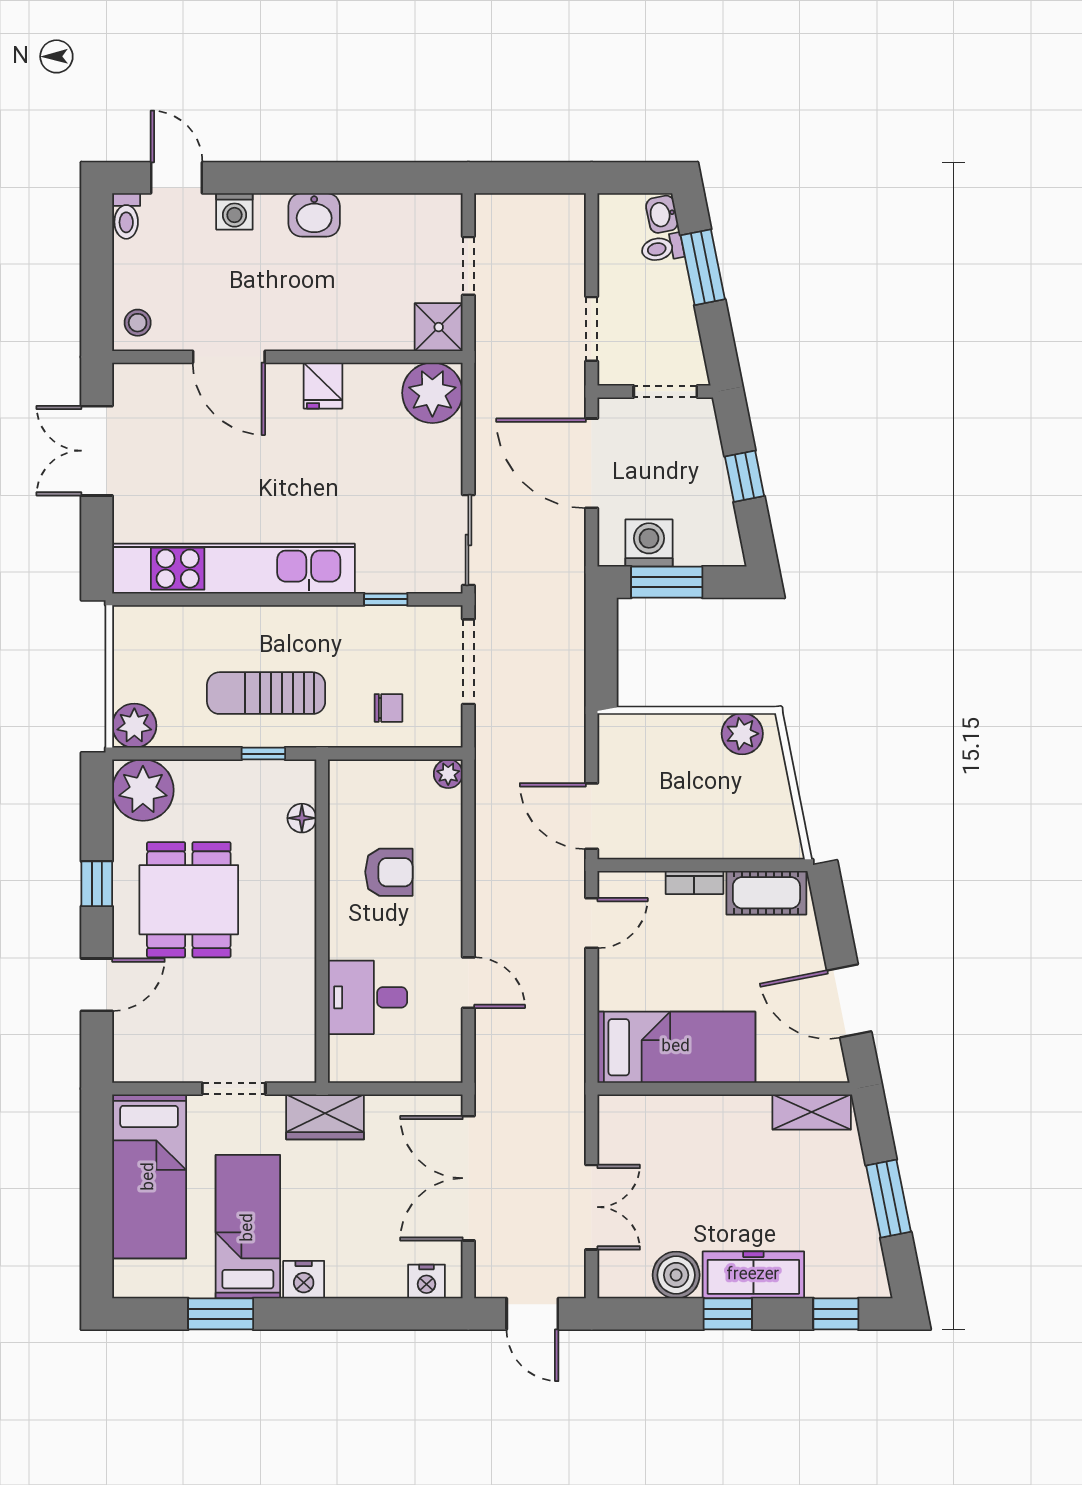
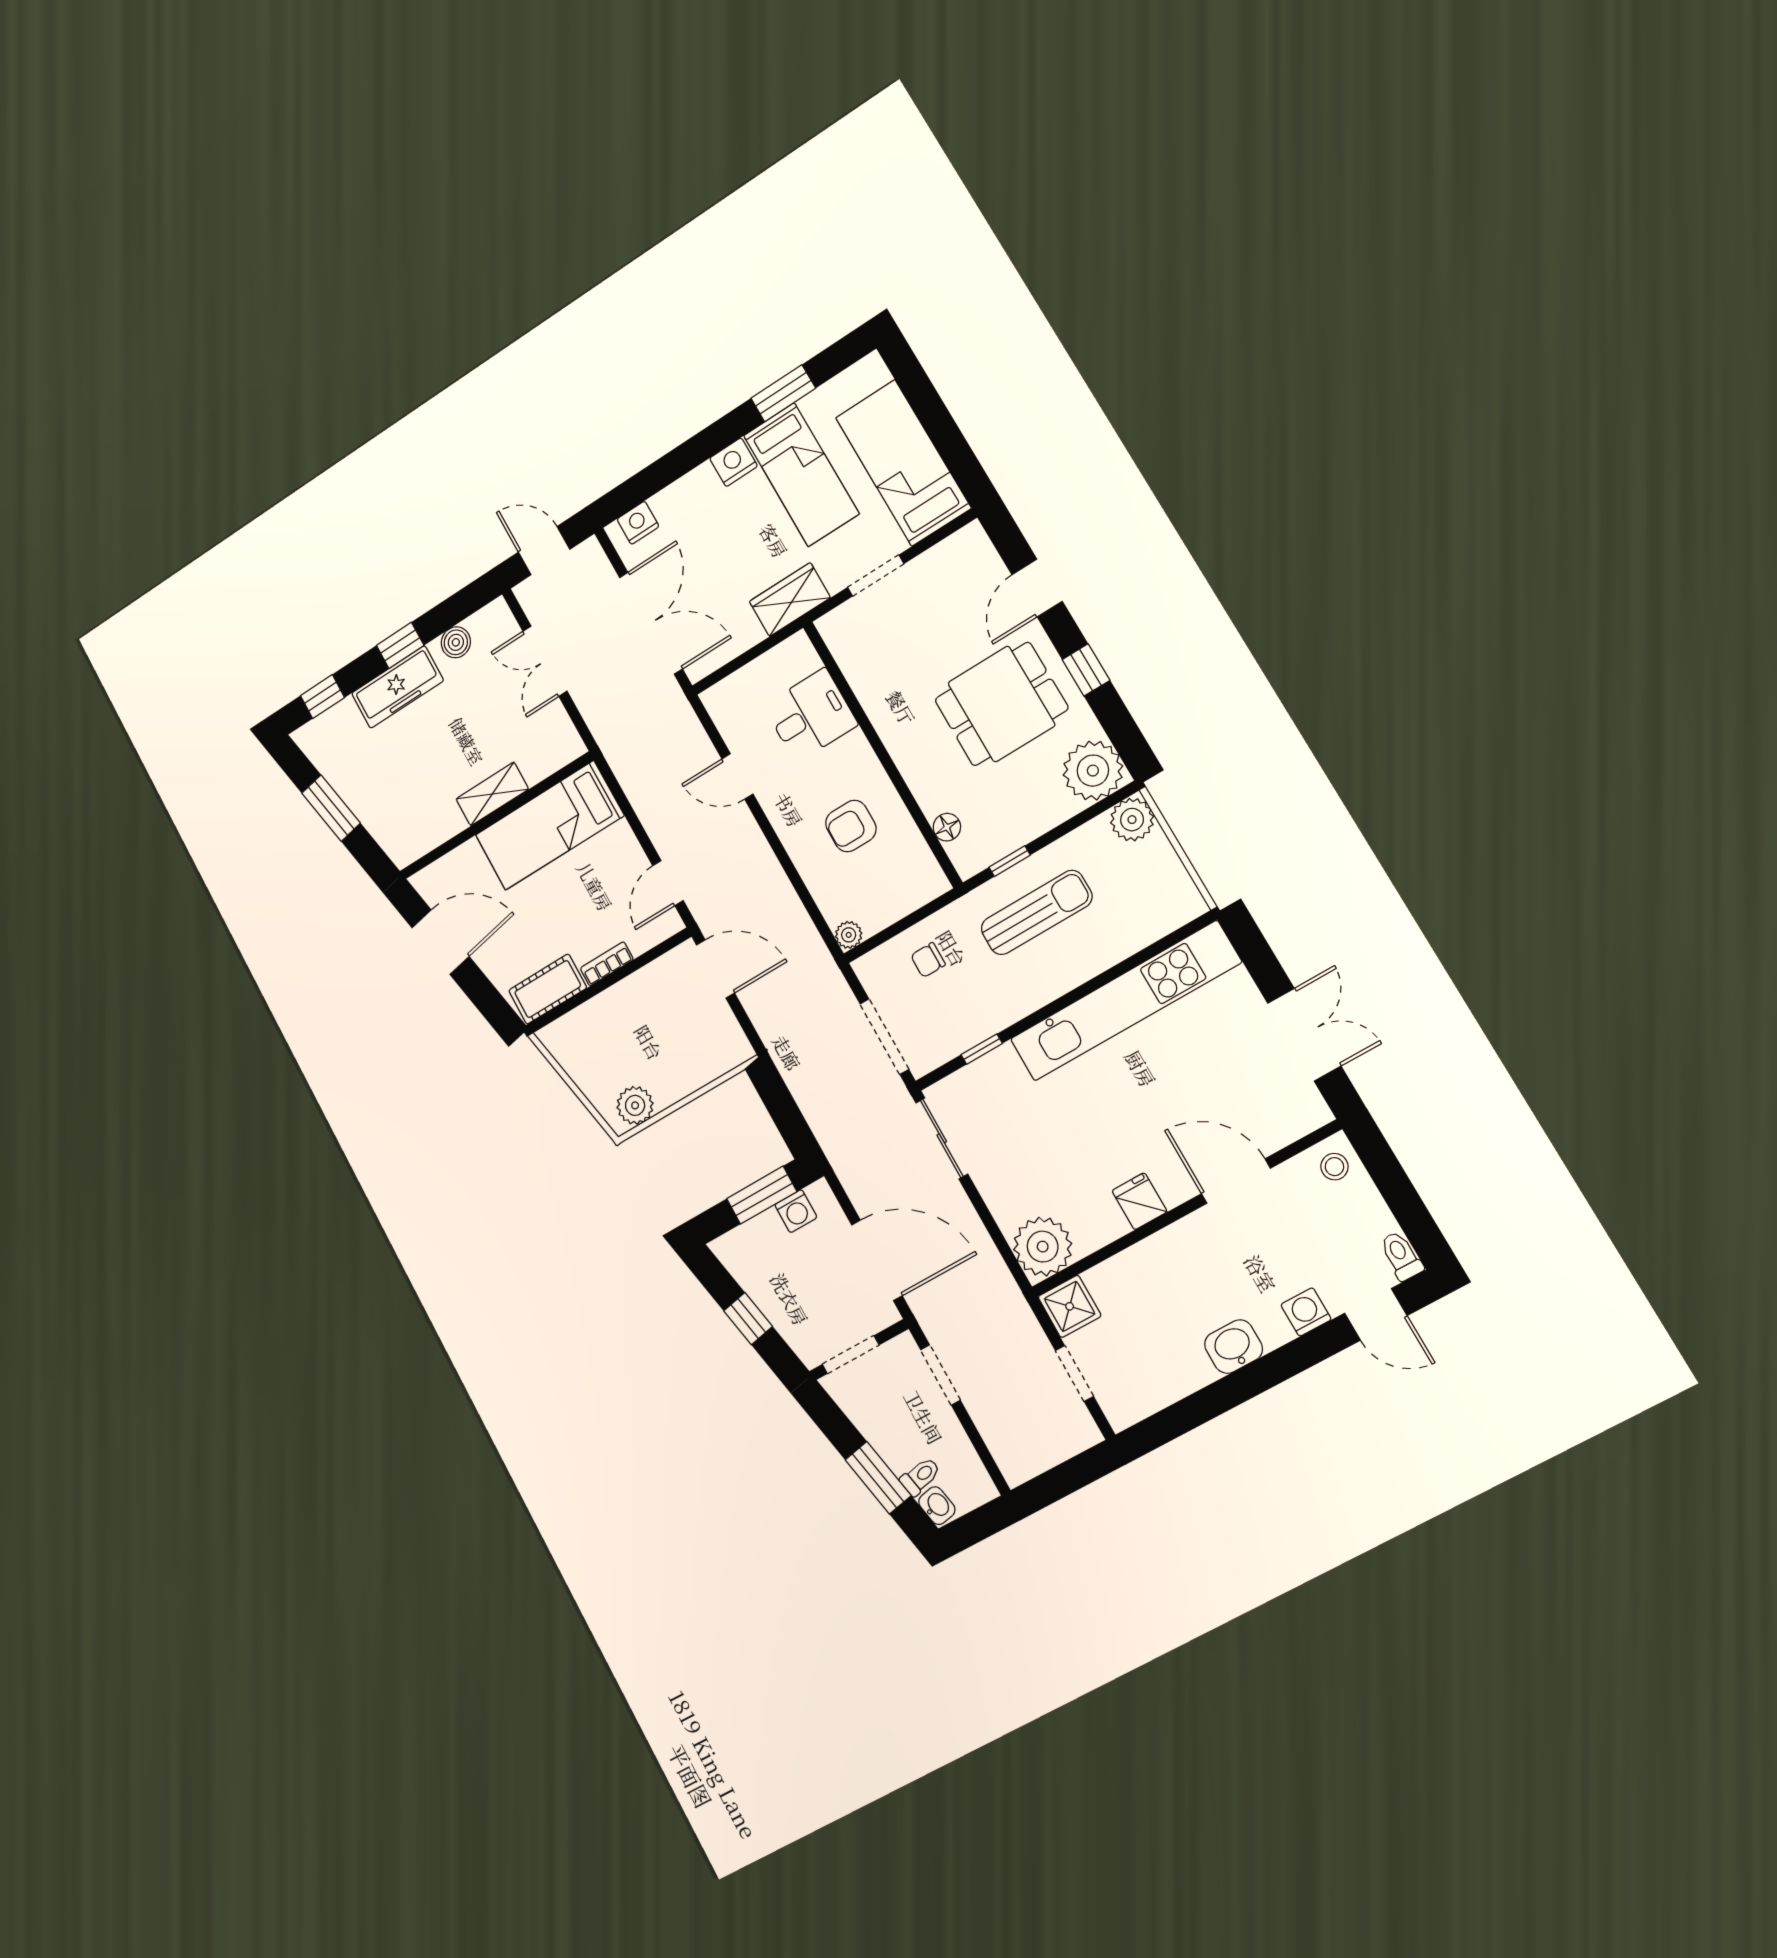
washing machine: (649, 543) -> (796, 1211), width x0.73, depth x0.73
dining table: (189, 900) -> (1001, 704), turned 90
shelving: (812, 1112) -> (492, 794), moved
boiler: (676, 1275) -> (456, 642), width x0.73, depth x0.73

